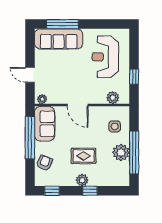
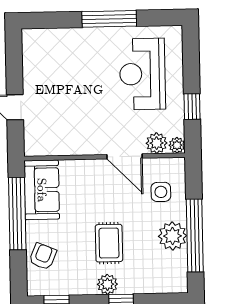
window: (63, 24) -> (109, 19), moved
sofa: (59, 39) -> (62, 45), removed
plant: (42, 99) -> (177, 145), moved
door: (78, 105) -> (125, 156), moved
rug: (84, 156) -> (109, 243), turned 90

